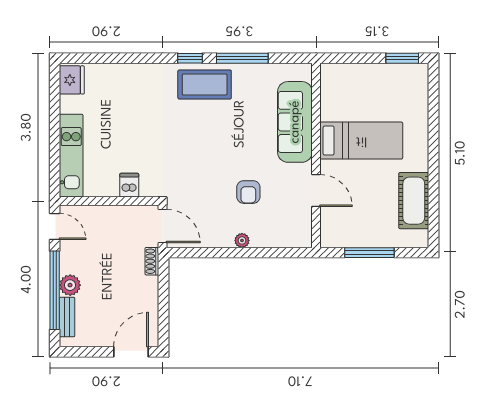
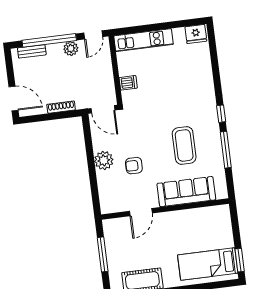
coffee table: (205, 84) -> (184, 145), moved
bed: (361, 141) -> (208, 264), moved, turned 90
door: (162, 226) -> (103, 109), hinge flipped
plant: (242, 240) -> (104, 160), width x1.88, depth x1.88
shoe rack: (152, 261) -> (61, 107), moved, width x1.43
plant: (70, 285) -> (71, 49), moved

